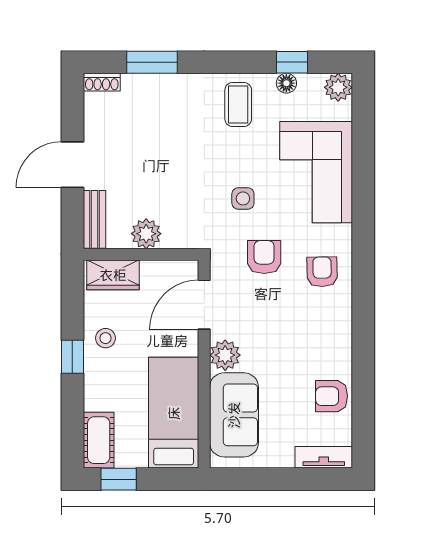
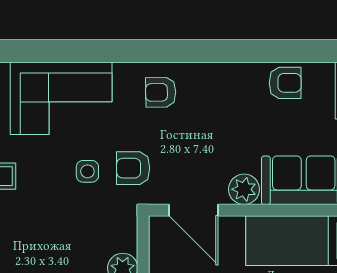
armchair: (264, 257) -> (133, 168), moved
armchair: (332, 396) -> (285, 83), turned -90

